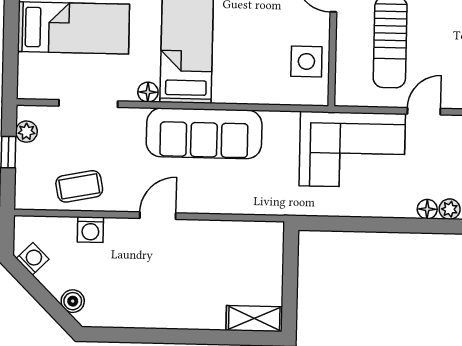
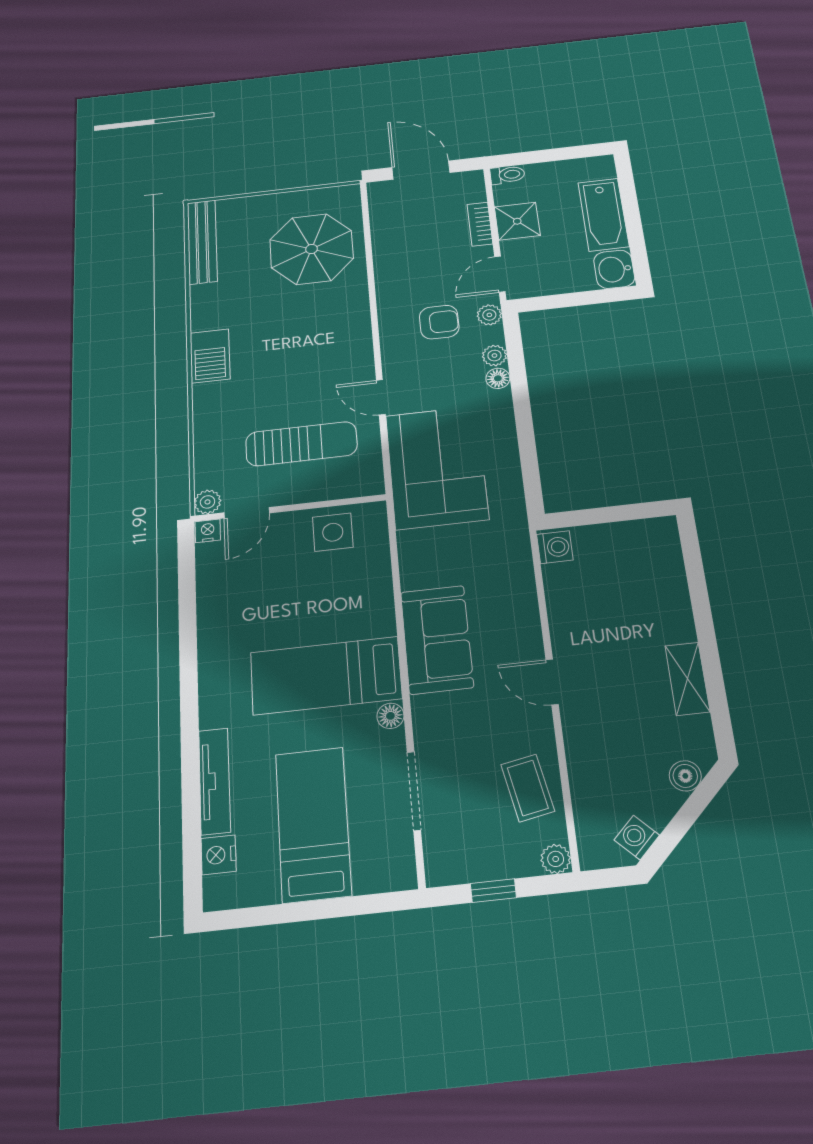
plant: (26, 132) -> (556, 859), moved
sofa: (204, 133) -> (437, 639), width x0.73
washing machine: (90, 230) -> (555, 547), moved
shelving: (254, 319) -> (687, 679), moved

